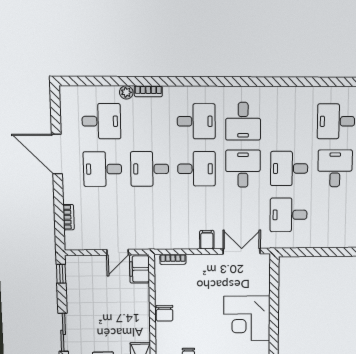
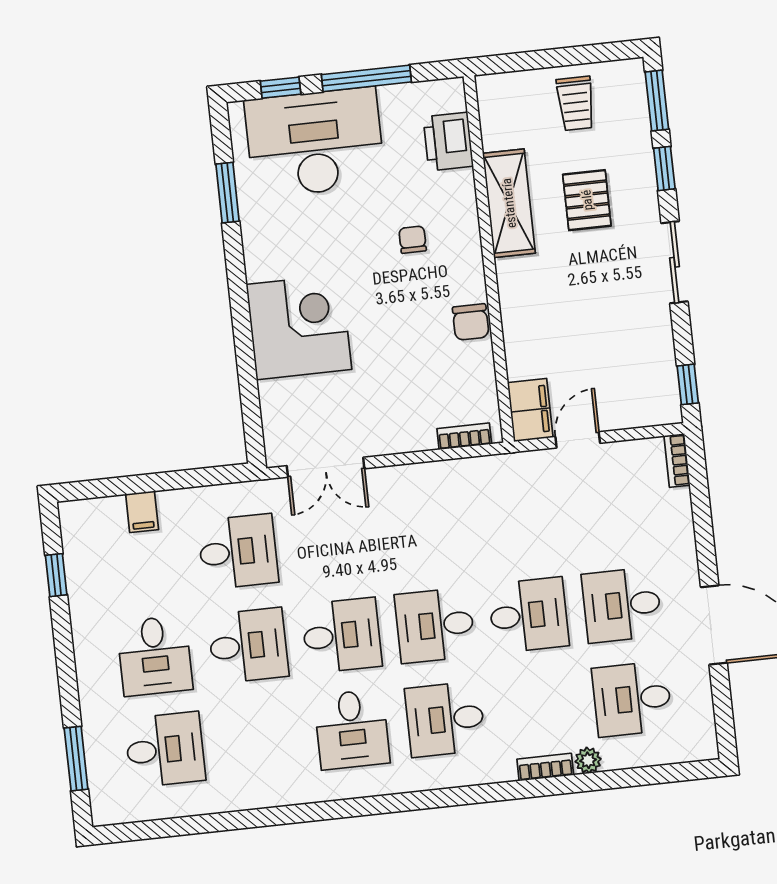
desk: (243, 121) -> (352, 729), turned 180
desk: (103, 169) -> (622, 605), turned 180
desk: (243, 169) -> (342, 635), turned -90
bookcase: (69, 217) -> (677, 460), moved
filing cabinet: (207, 240) -> (142, 512), moved
chair: (164, 313) -> (471, 322), turned 180

